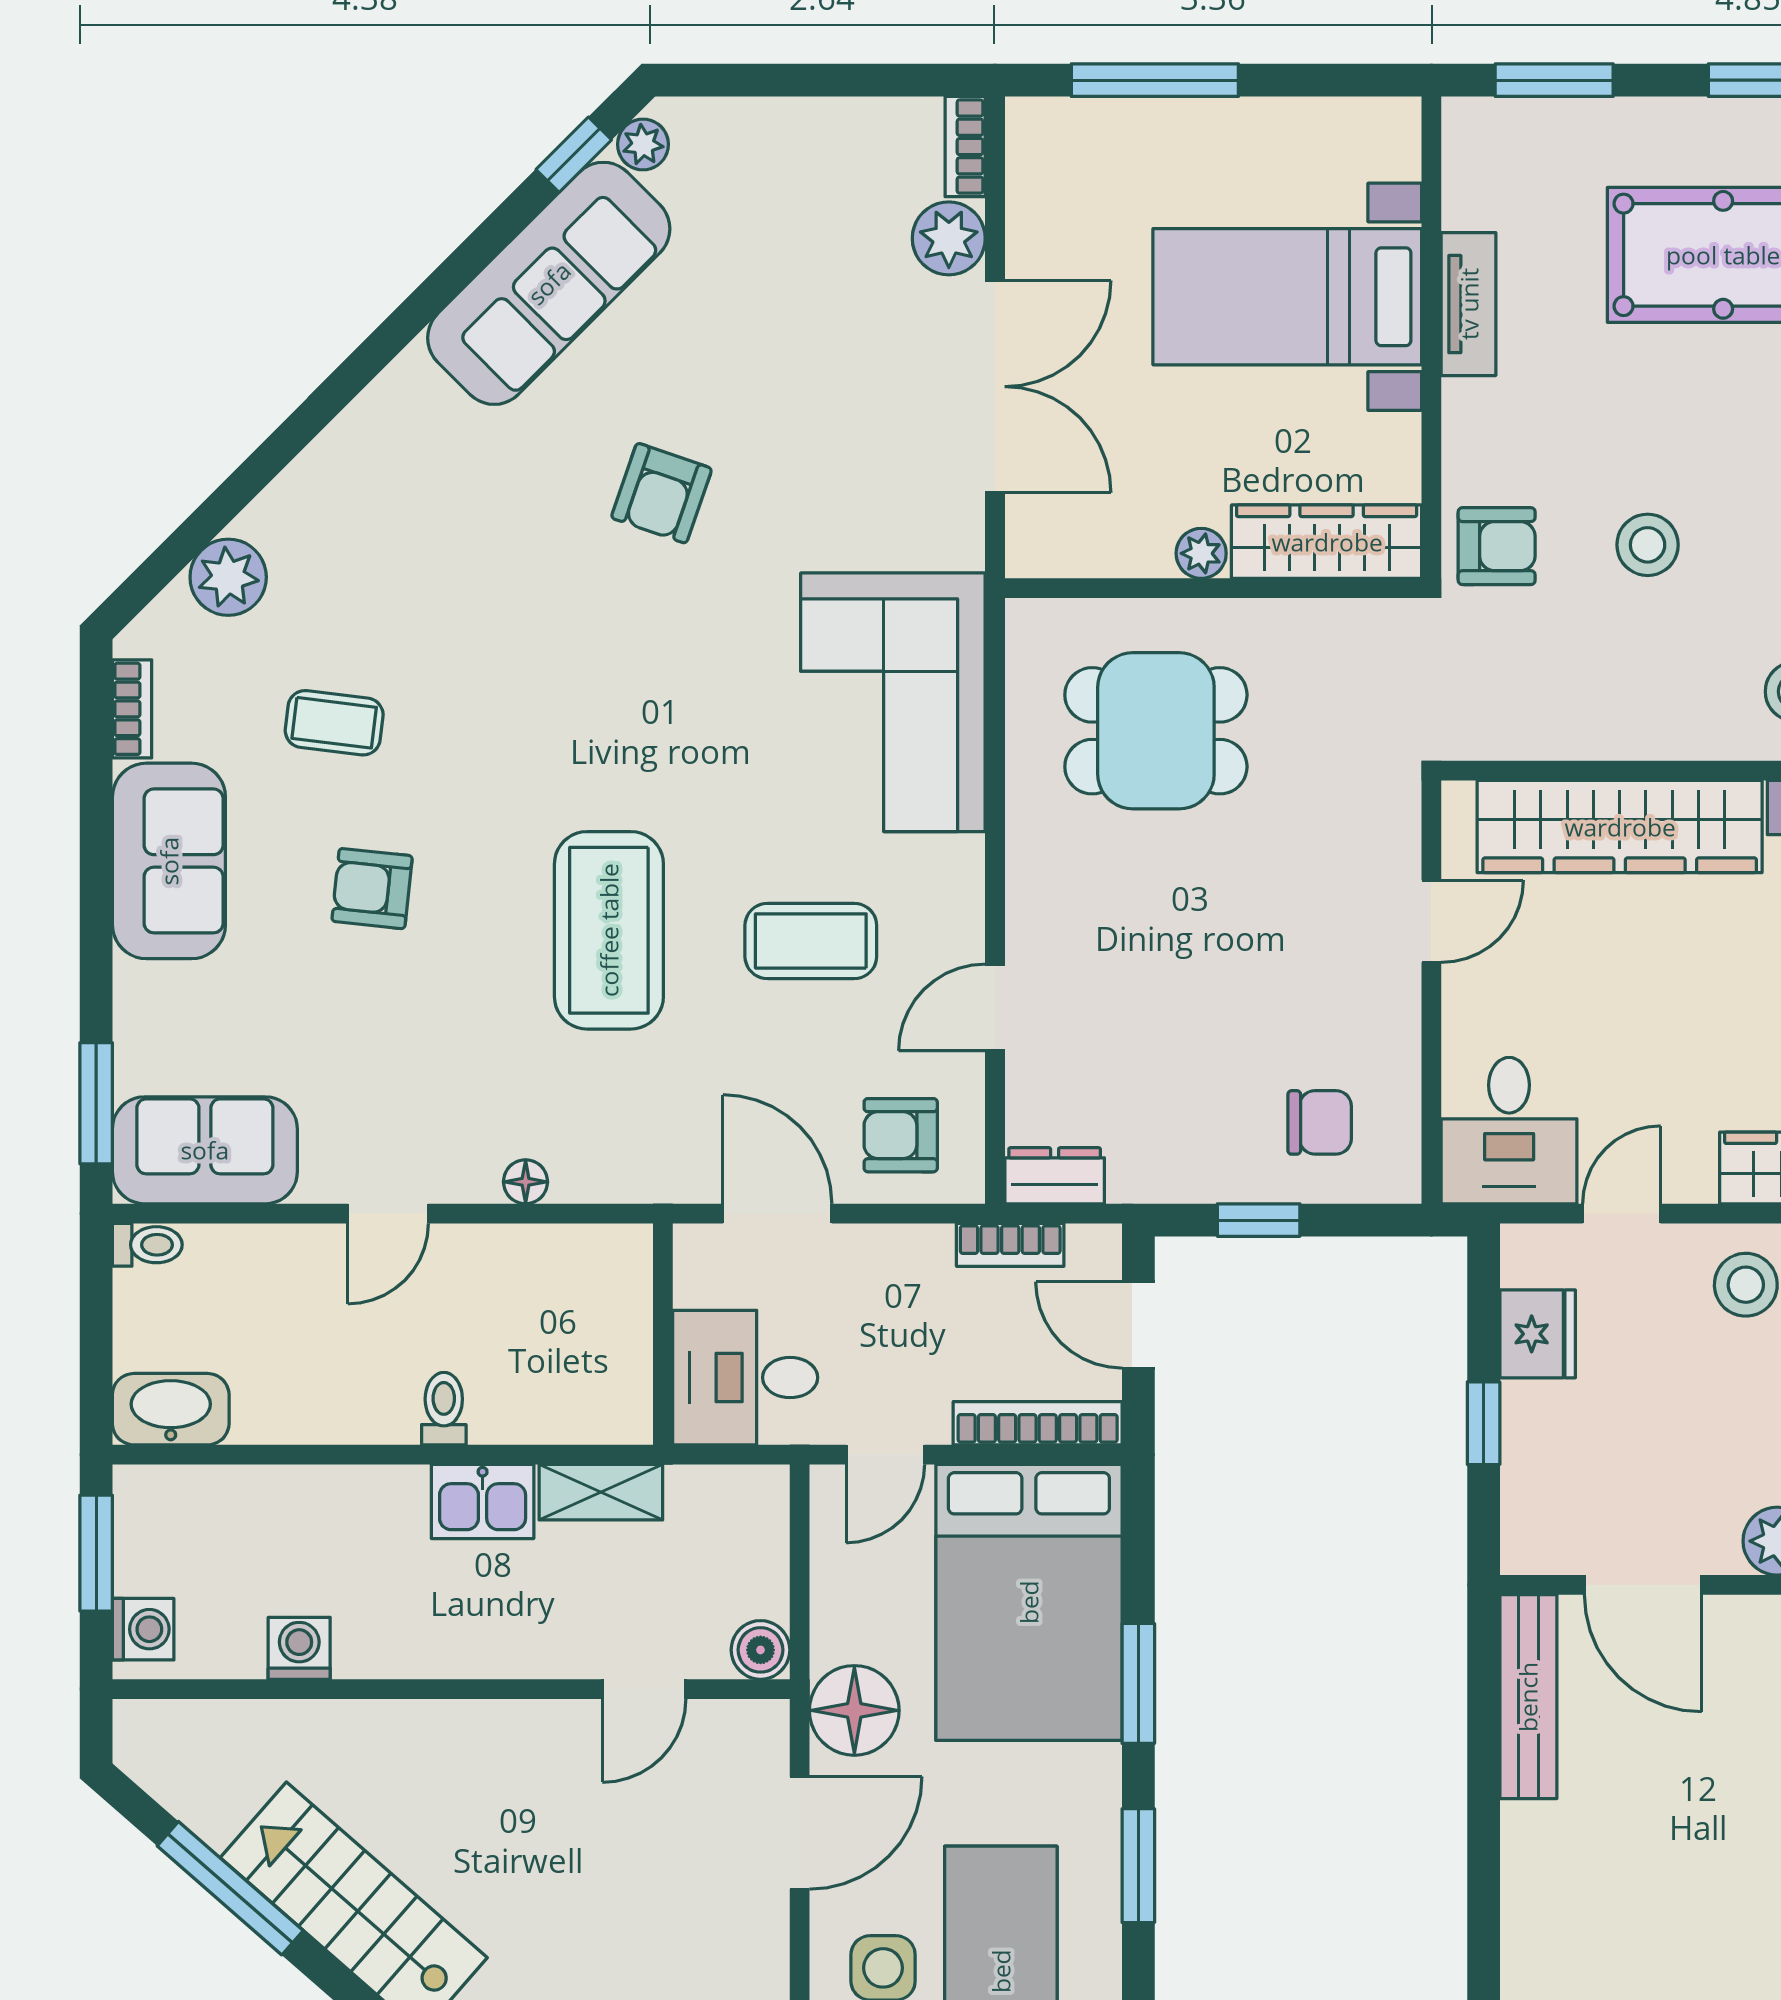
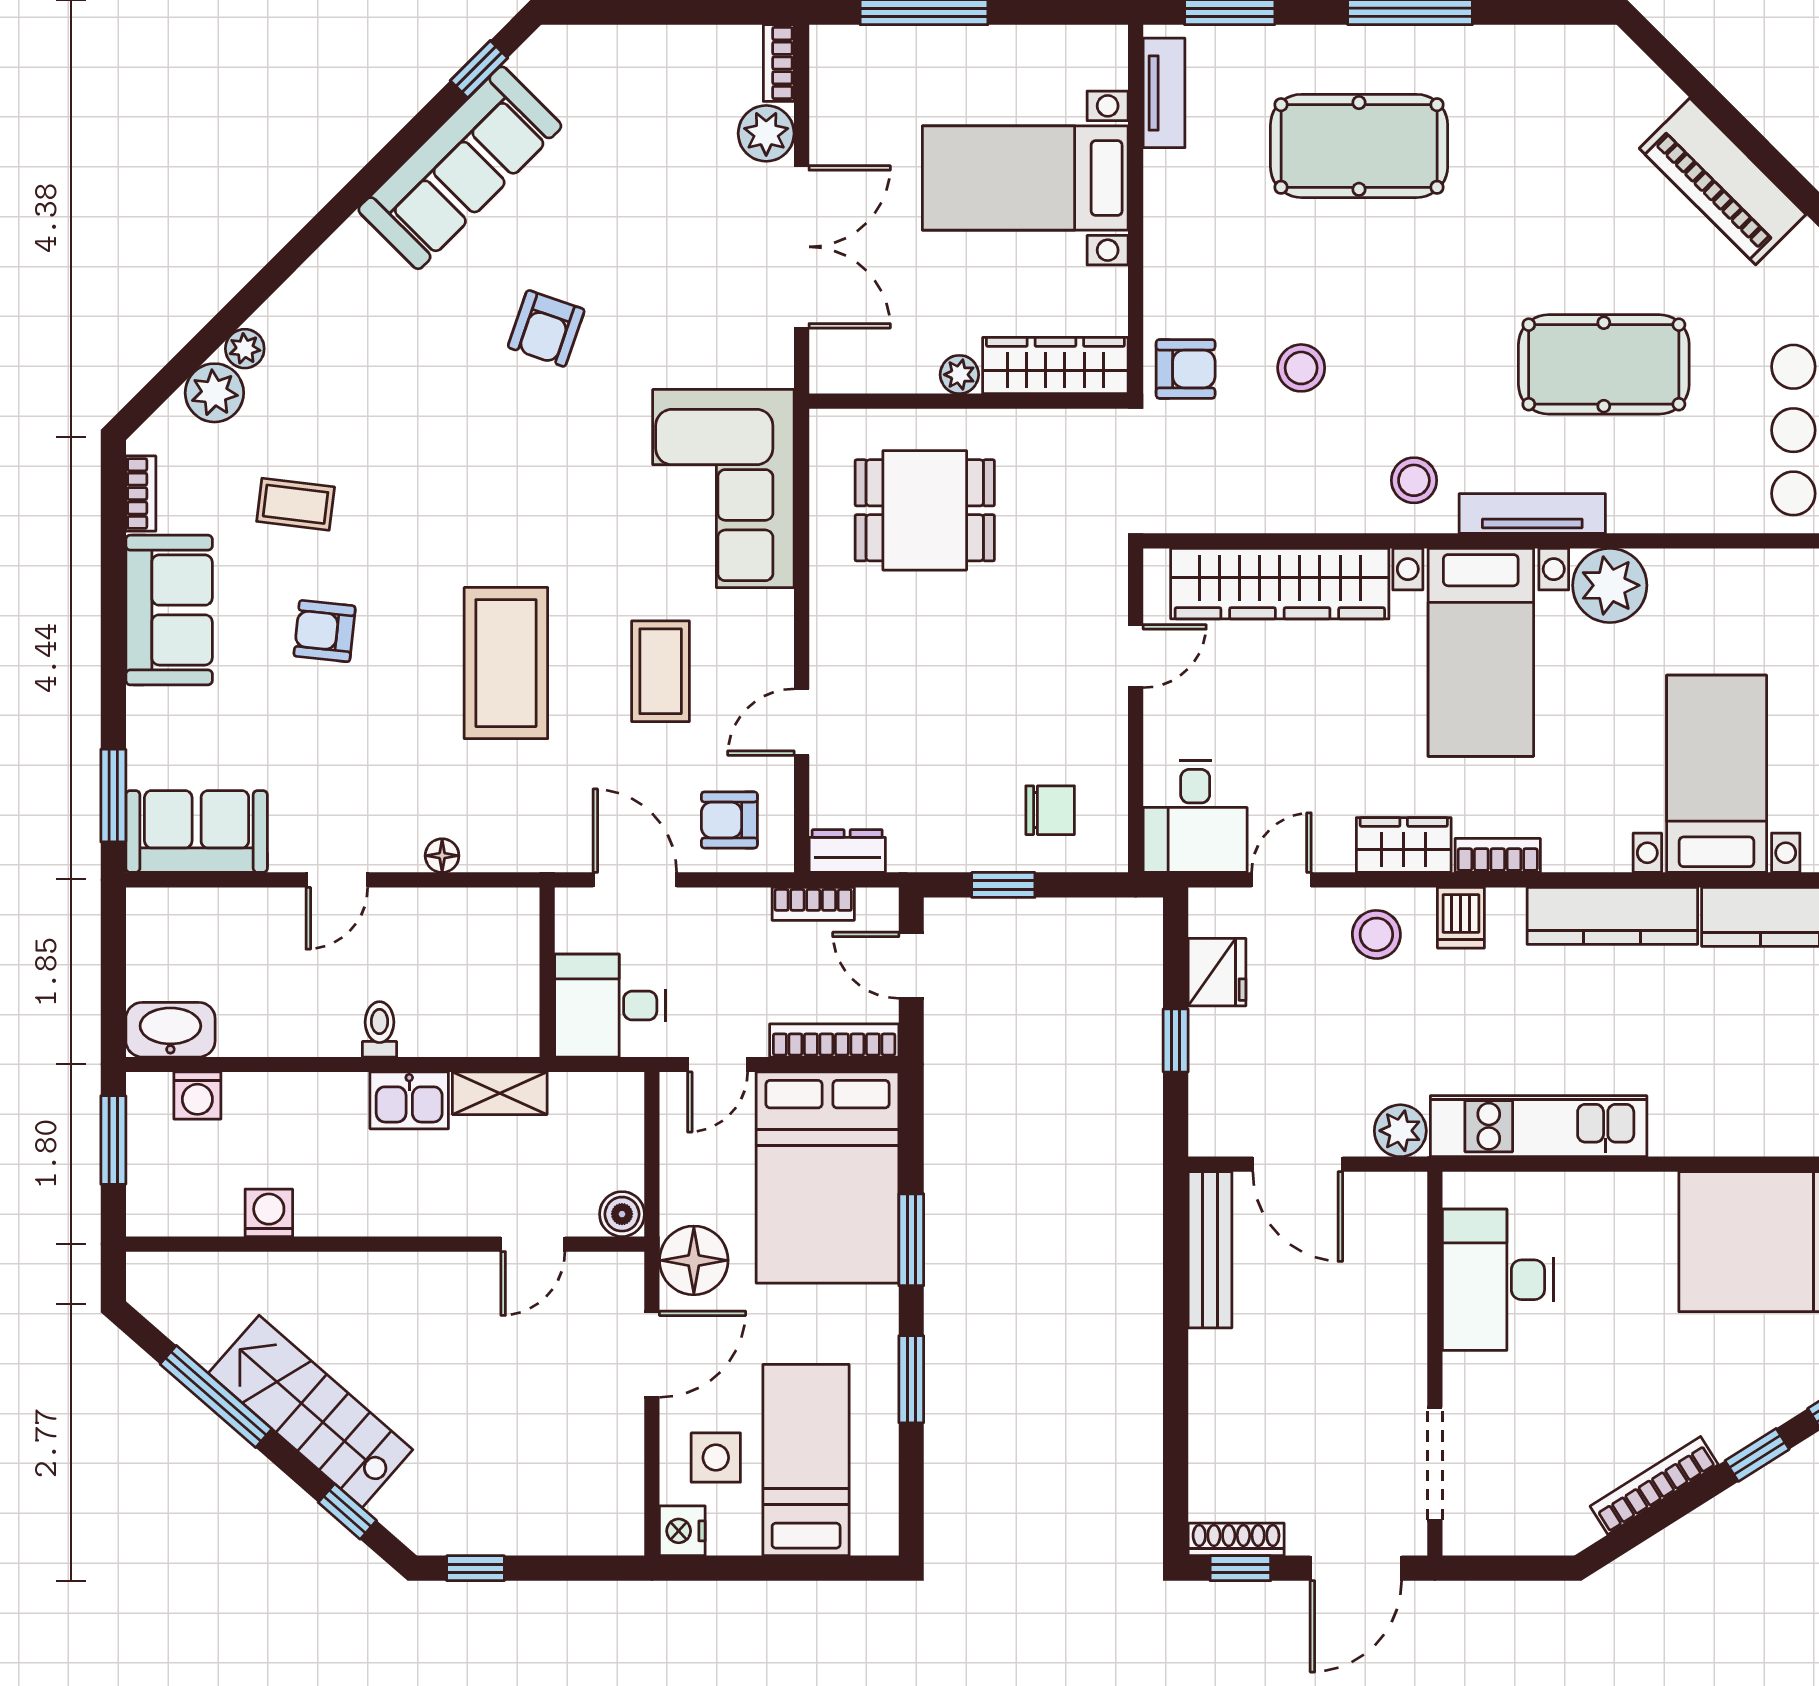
plant: (643, 144) -> (245, 349), moved
tv unit: (1469, 304) -> (1164, 93), moved
coffee table: (811, 941) -> (661, 671), turned 90
toilet: (147, 1245) -> (153, 904), removed
washing machine: (143, 1629) -> (197, 1096), moved, turned 90

